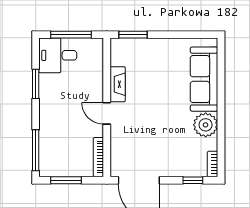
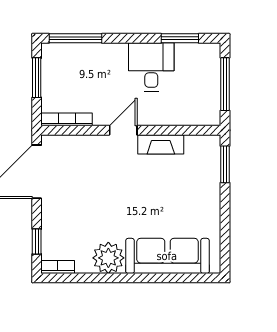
desk: (58, 55) -> (151, 67), moved
window: (36, 84) -> (180, 38), moved

